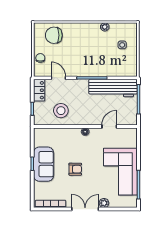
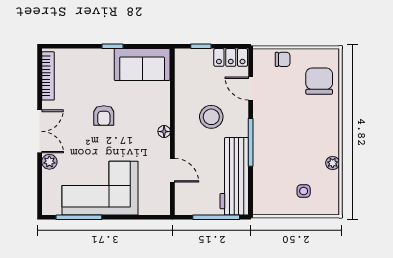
door: (58, 78) -> (251, 89), swing flipped
stool: (61, 111) -> (211, 117), moved
sofa: (44, 164) -> (142, 65), moved

